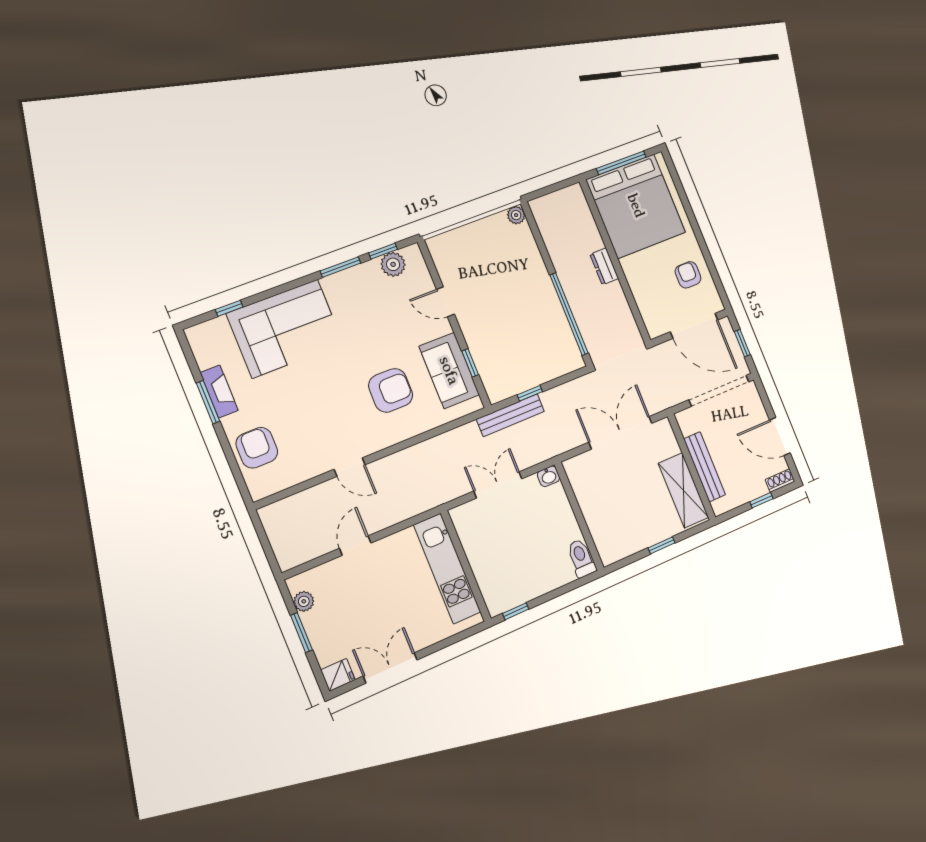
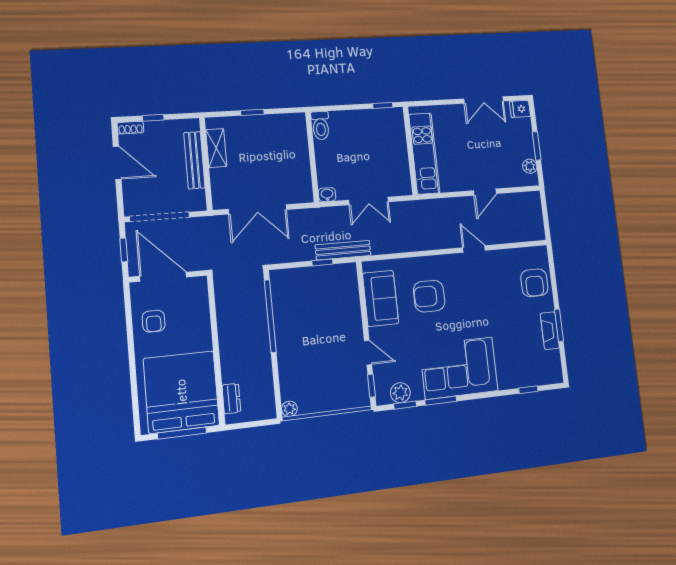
dresser: (604, 266) -> (231, 399), moved
corner sofa: (285, 329) -> (459, 368), moved
window: (470, 363) -> (371, 386), moved
shelving: (683, 490) -> (216, 148), width x0.67, depth x0.75

